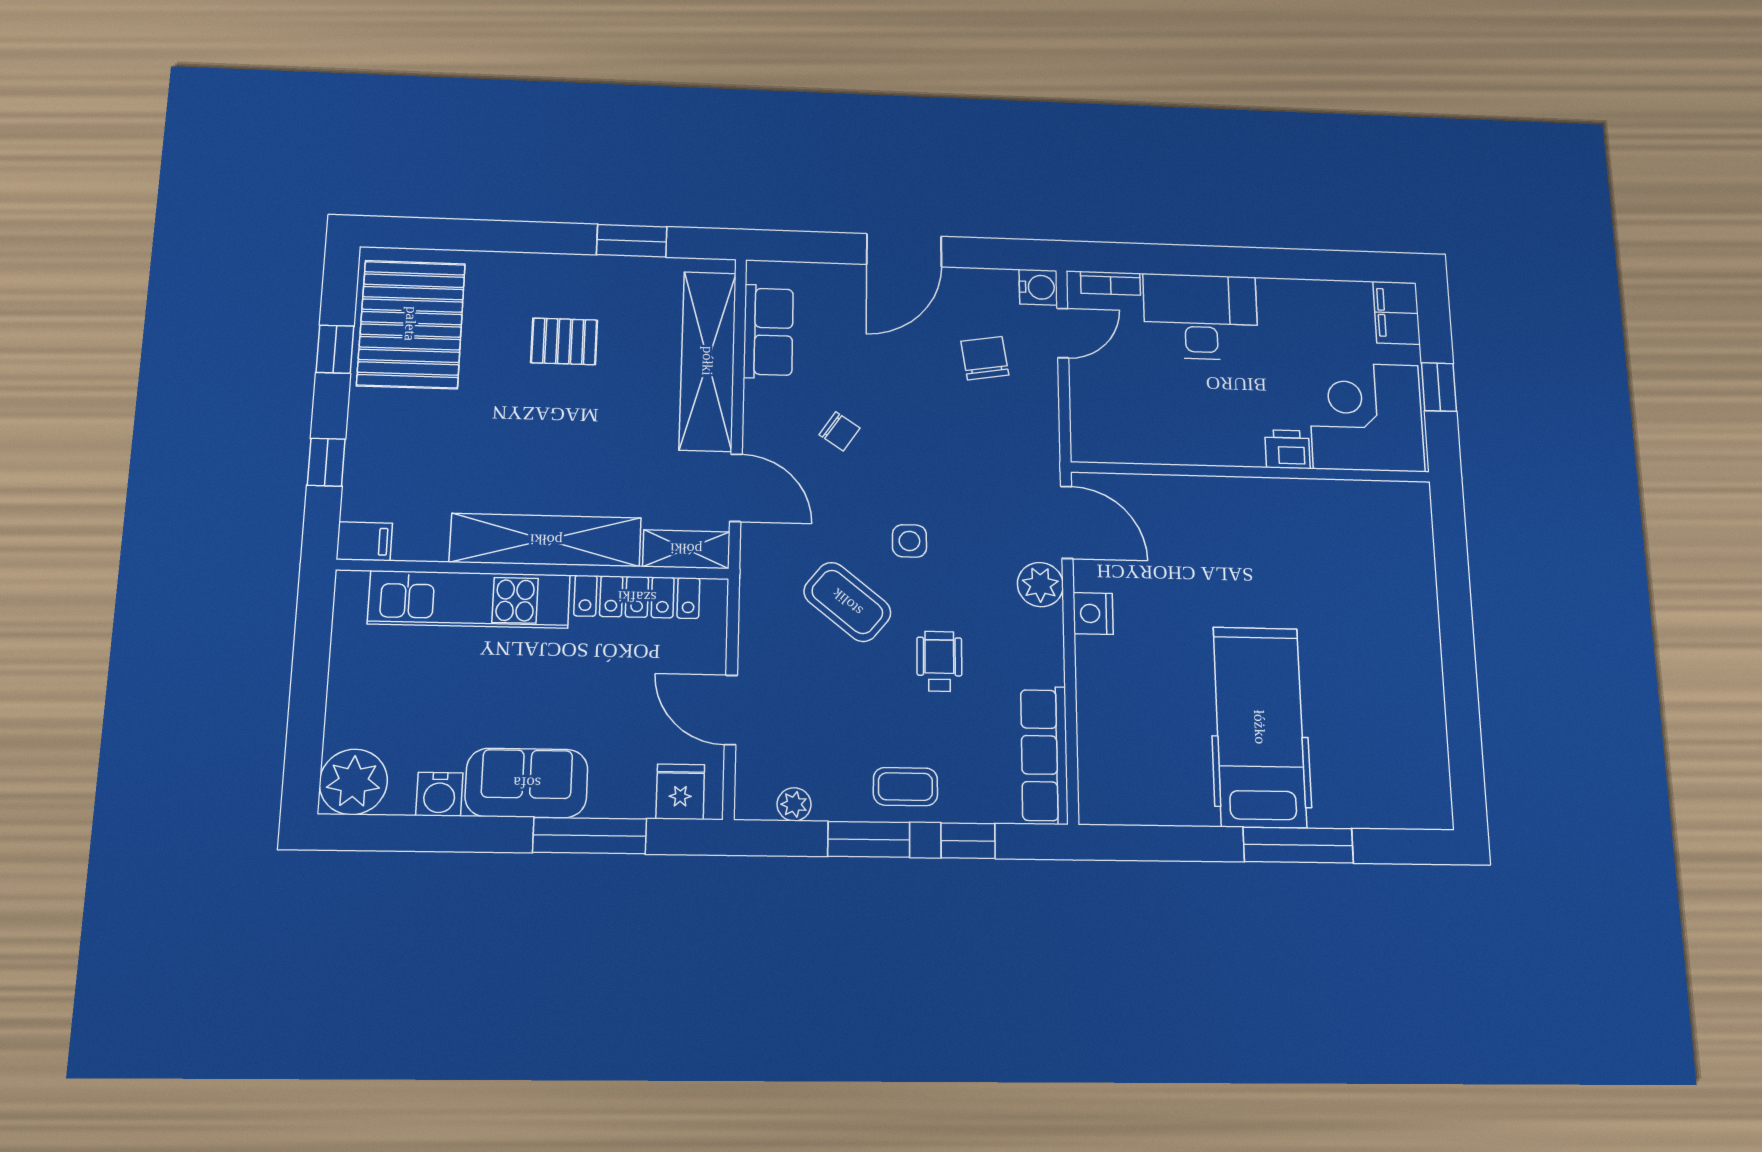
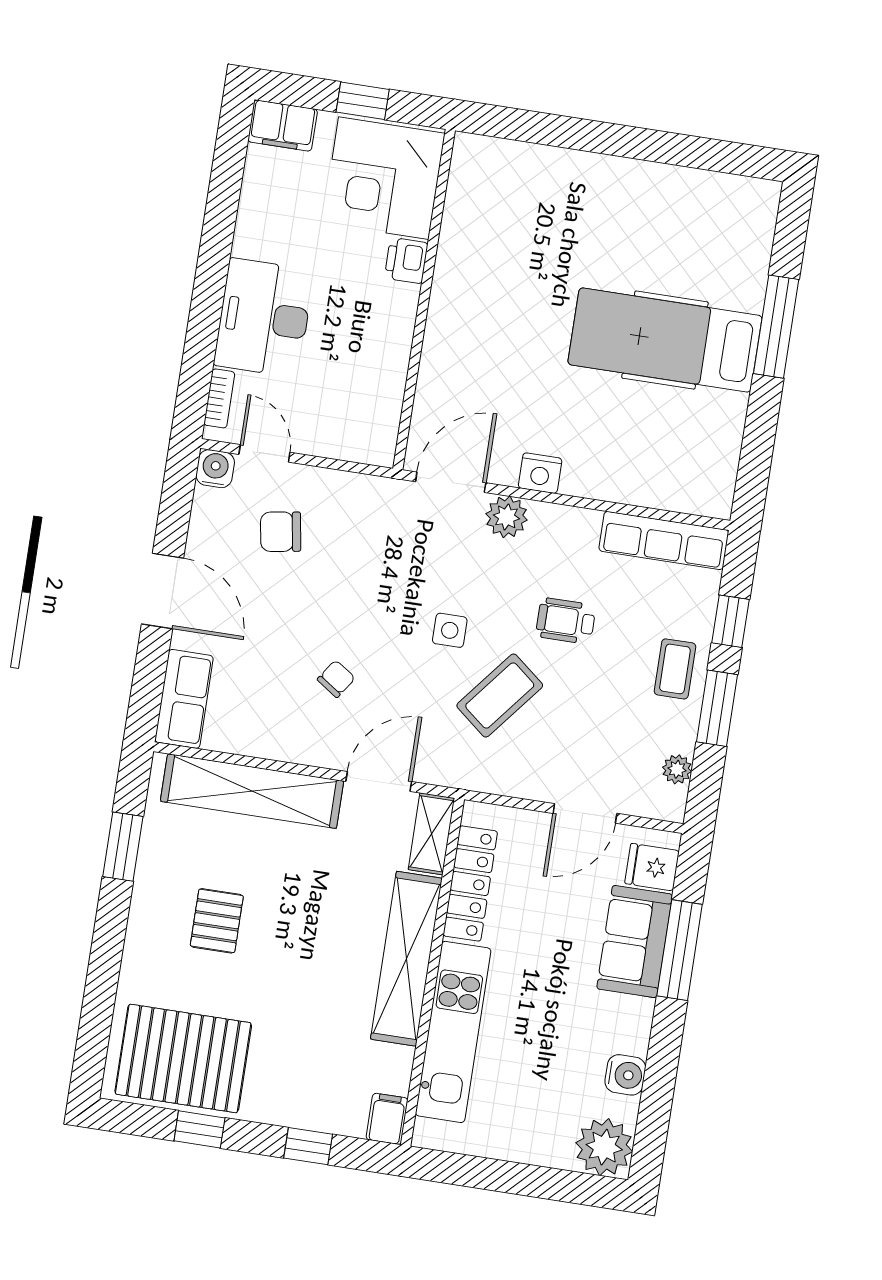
row of seats: (768, 332) -> (184, 699), moved, turned 90
sofa: (527, 783) -> (635, 942), moved

